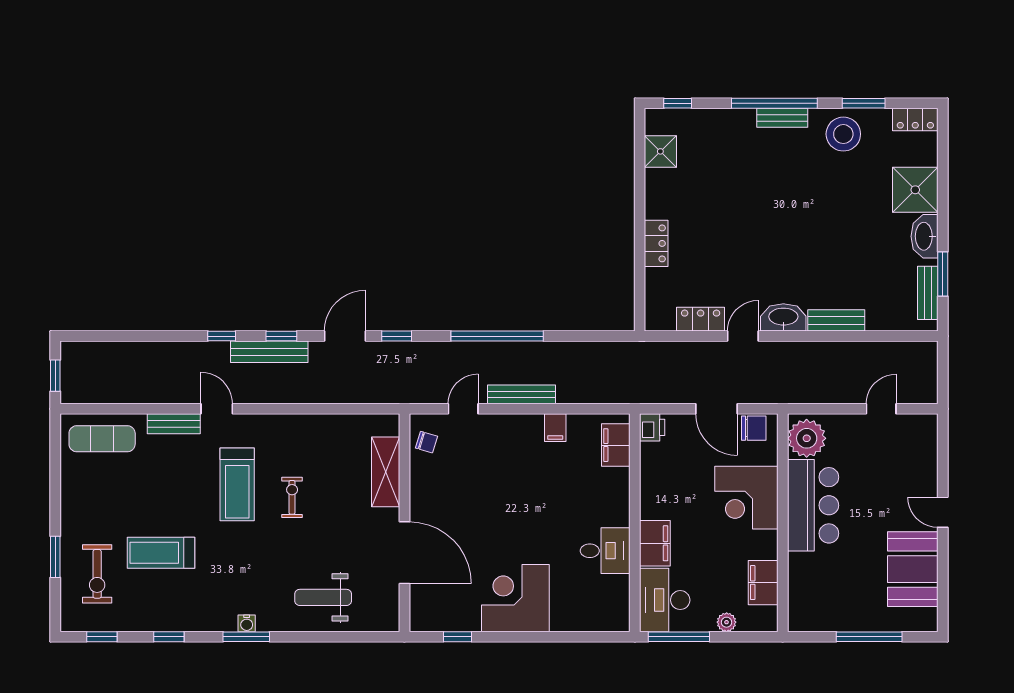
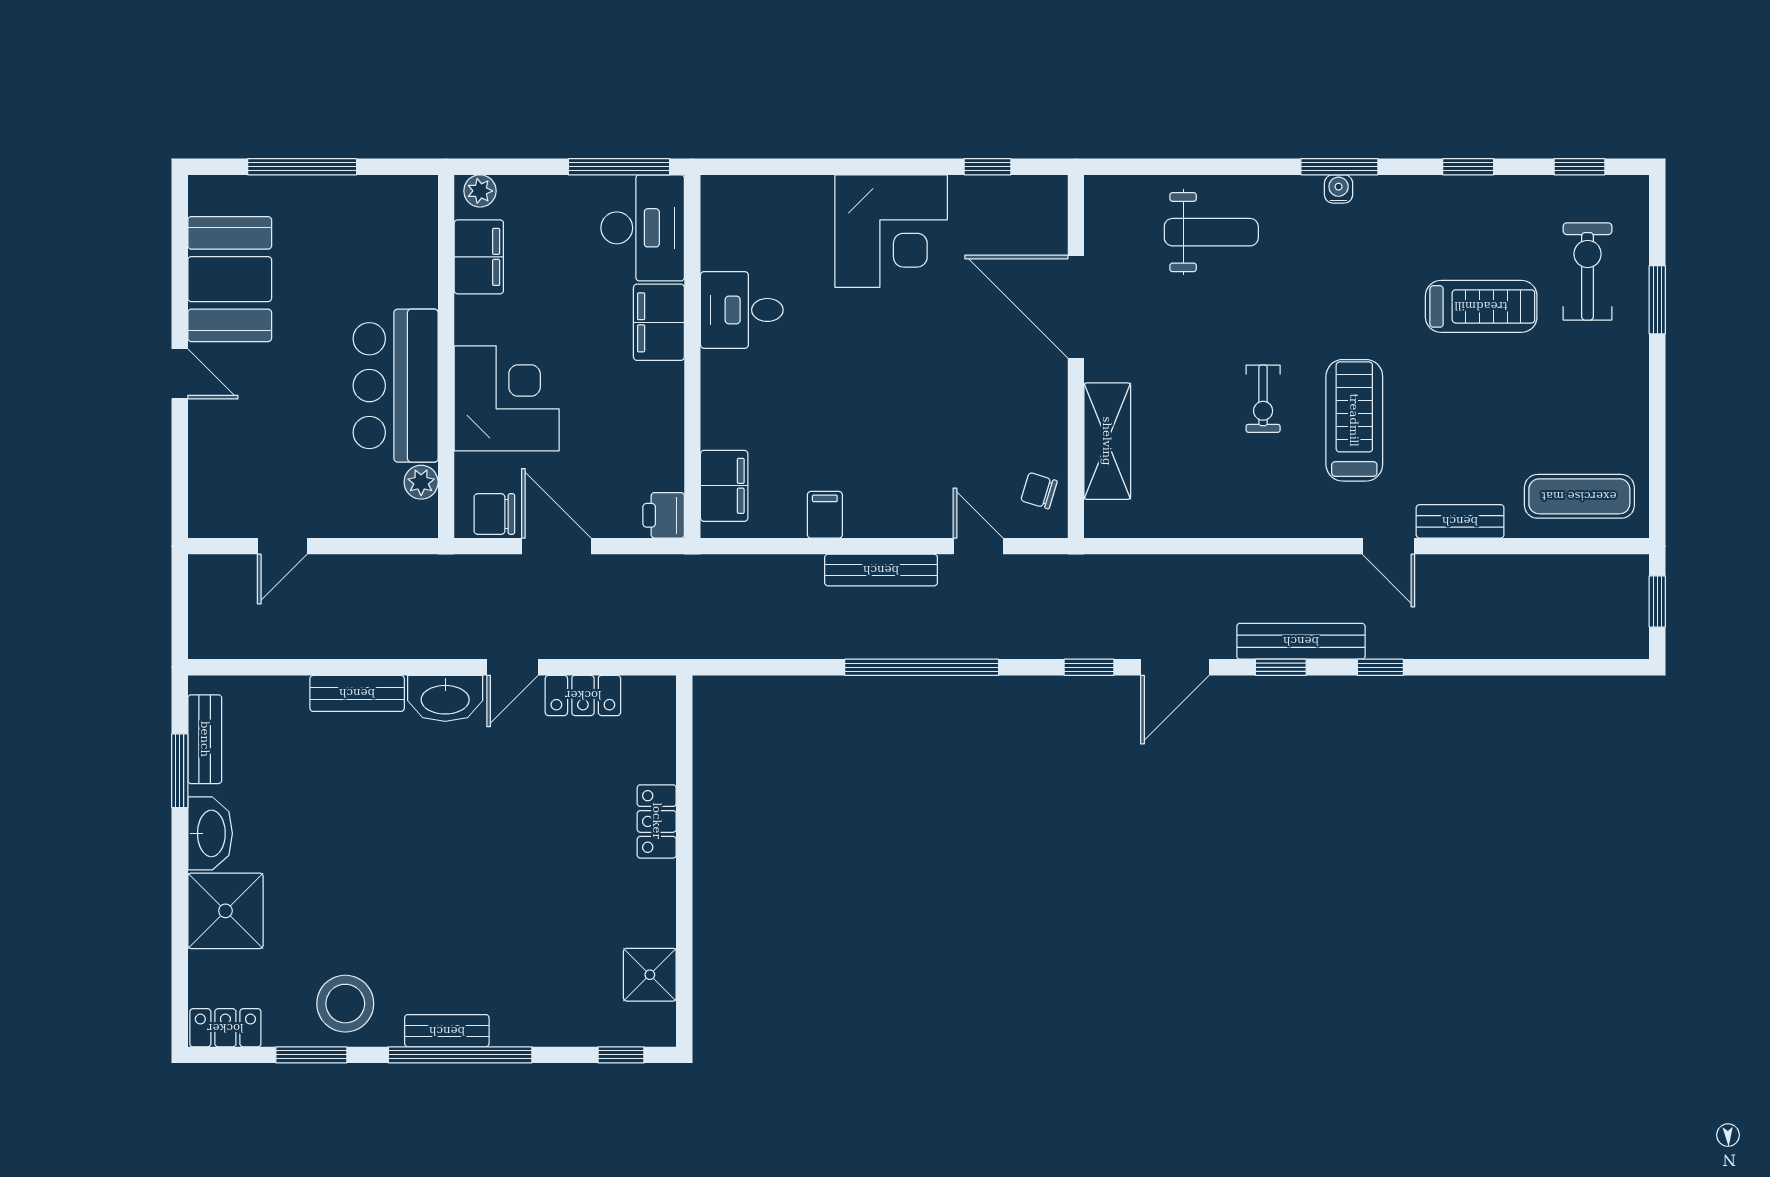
door: (463, 409) -> (978, 546), swing flipped
plant: (807, 438) -> (421, 482), width x0.53, depth x0.53
plant: (727, 622) -> (480, 191), moved

